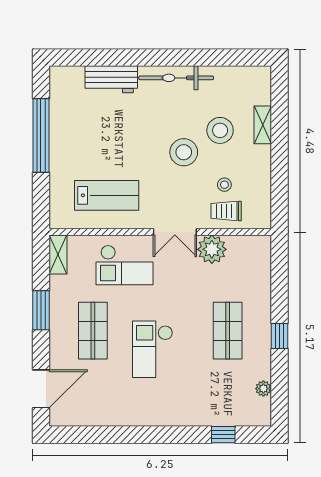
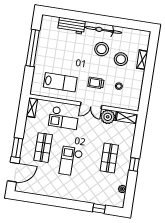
stool: (184, 152) -> (102, 49), moved
trolley: (226, 211) -> (96, 83), moved
shelving: (250, 245) -> (127, 117), added
window: (41, 310) -> (17, 148), moved

